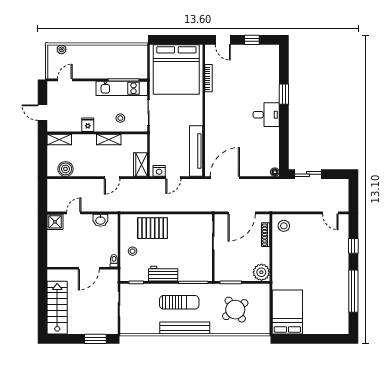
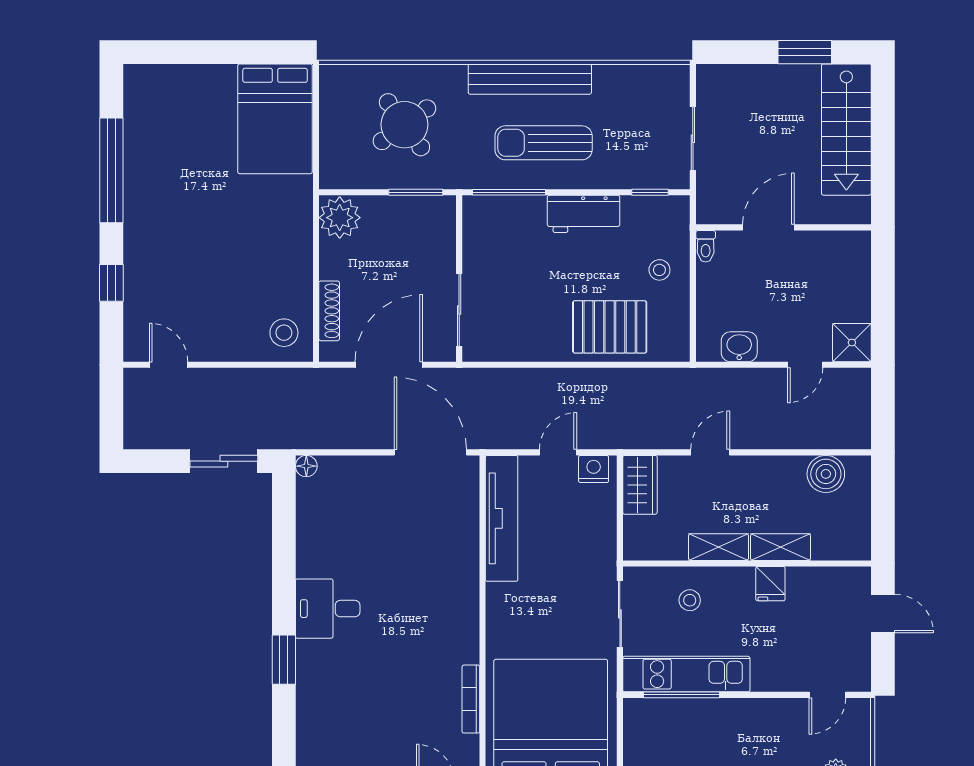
shelving: (59, 139) -> (780, 547), moved
door: (225, 178) -> (430, 452), swing flipped
window: (95, 339) -> (805, 52), moved

